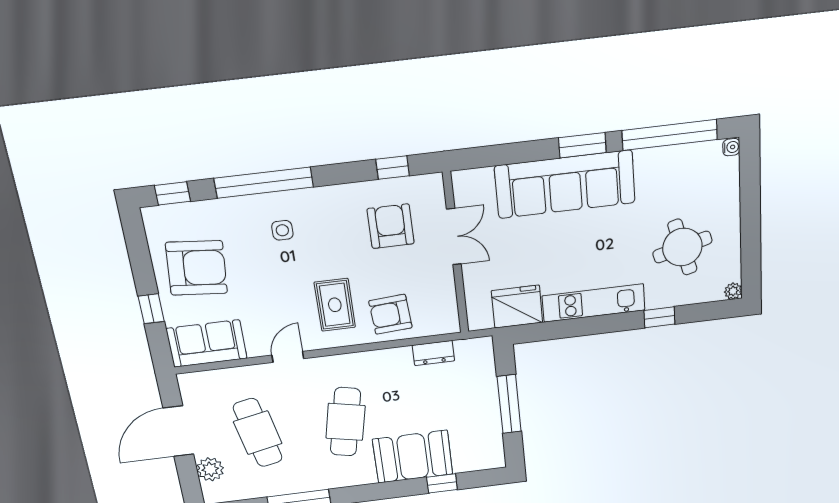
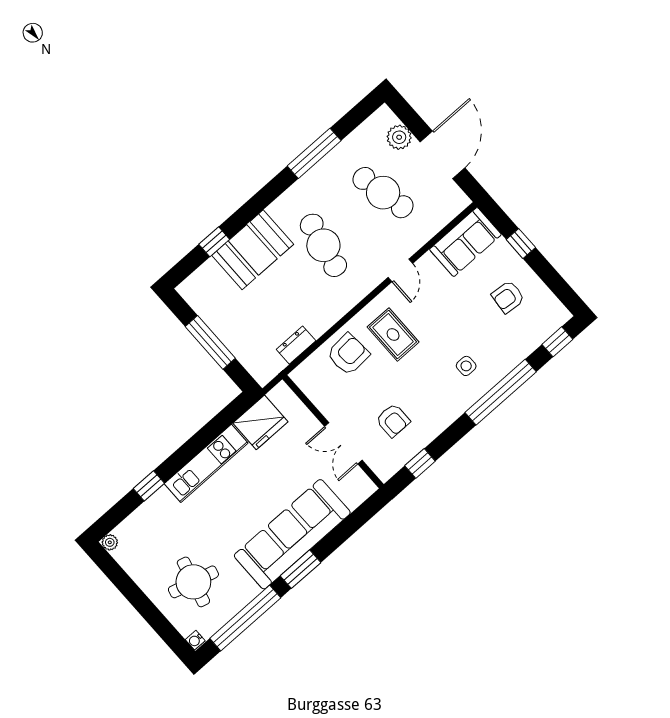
armchair: (391, 226) -> (393, 420), width x0.72, depth x0.72
round table: (682, 247) -> (193, 582), moved, turned 30
armchair: (197, 268) -> (508, 297), width x0.53, depth x0.53

